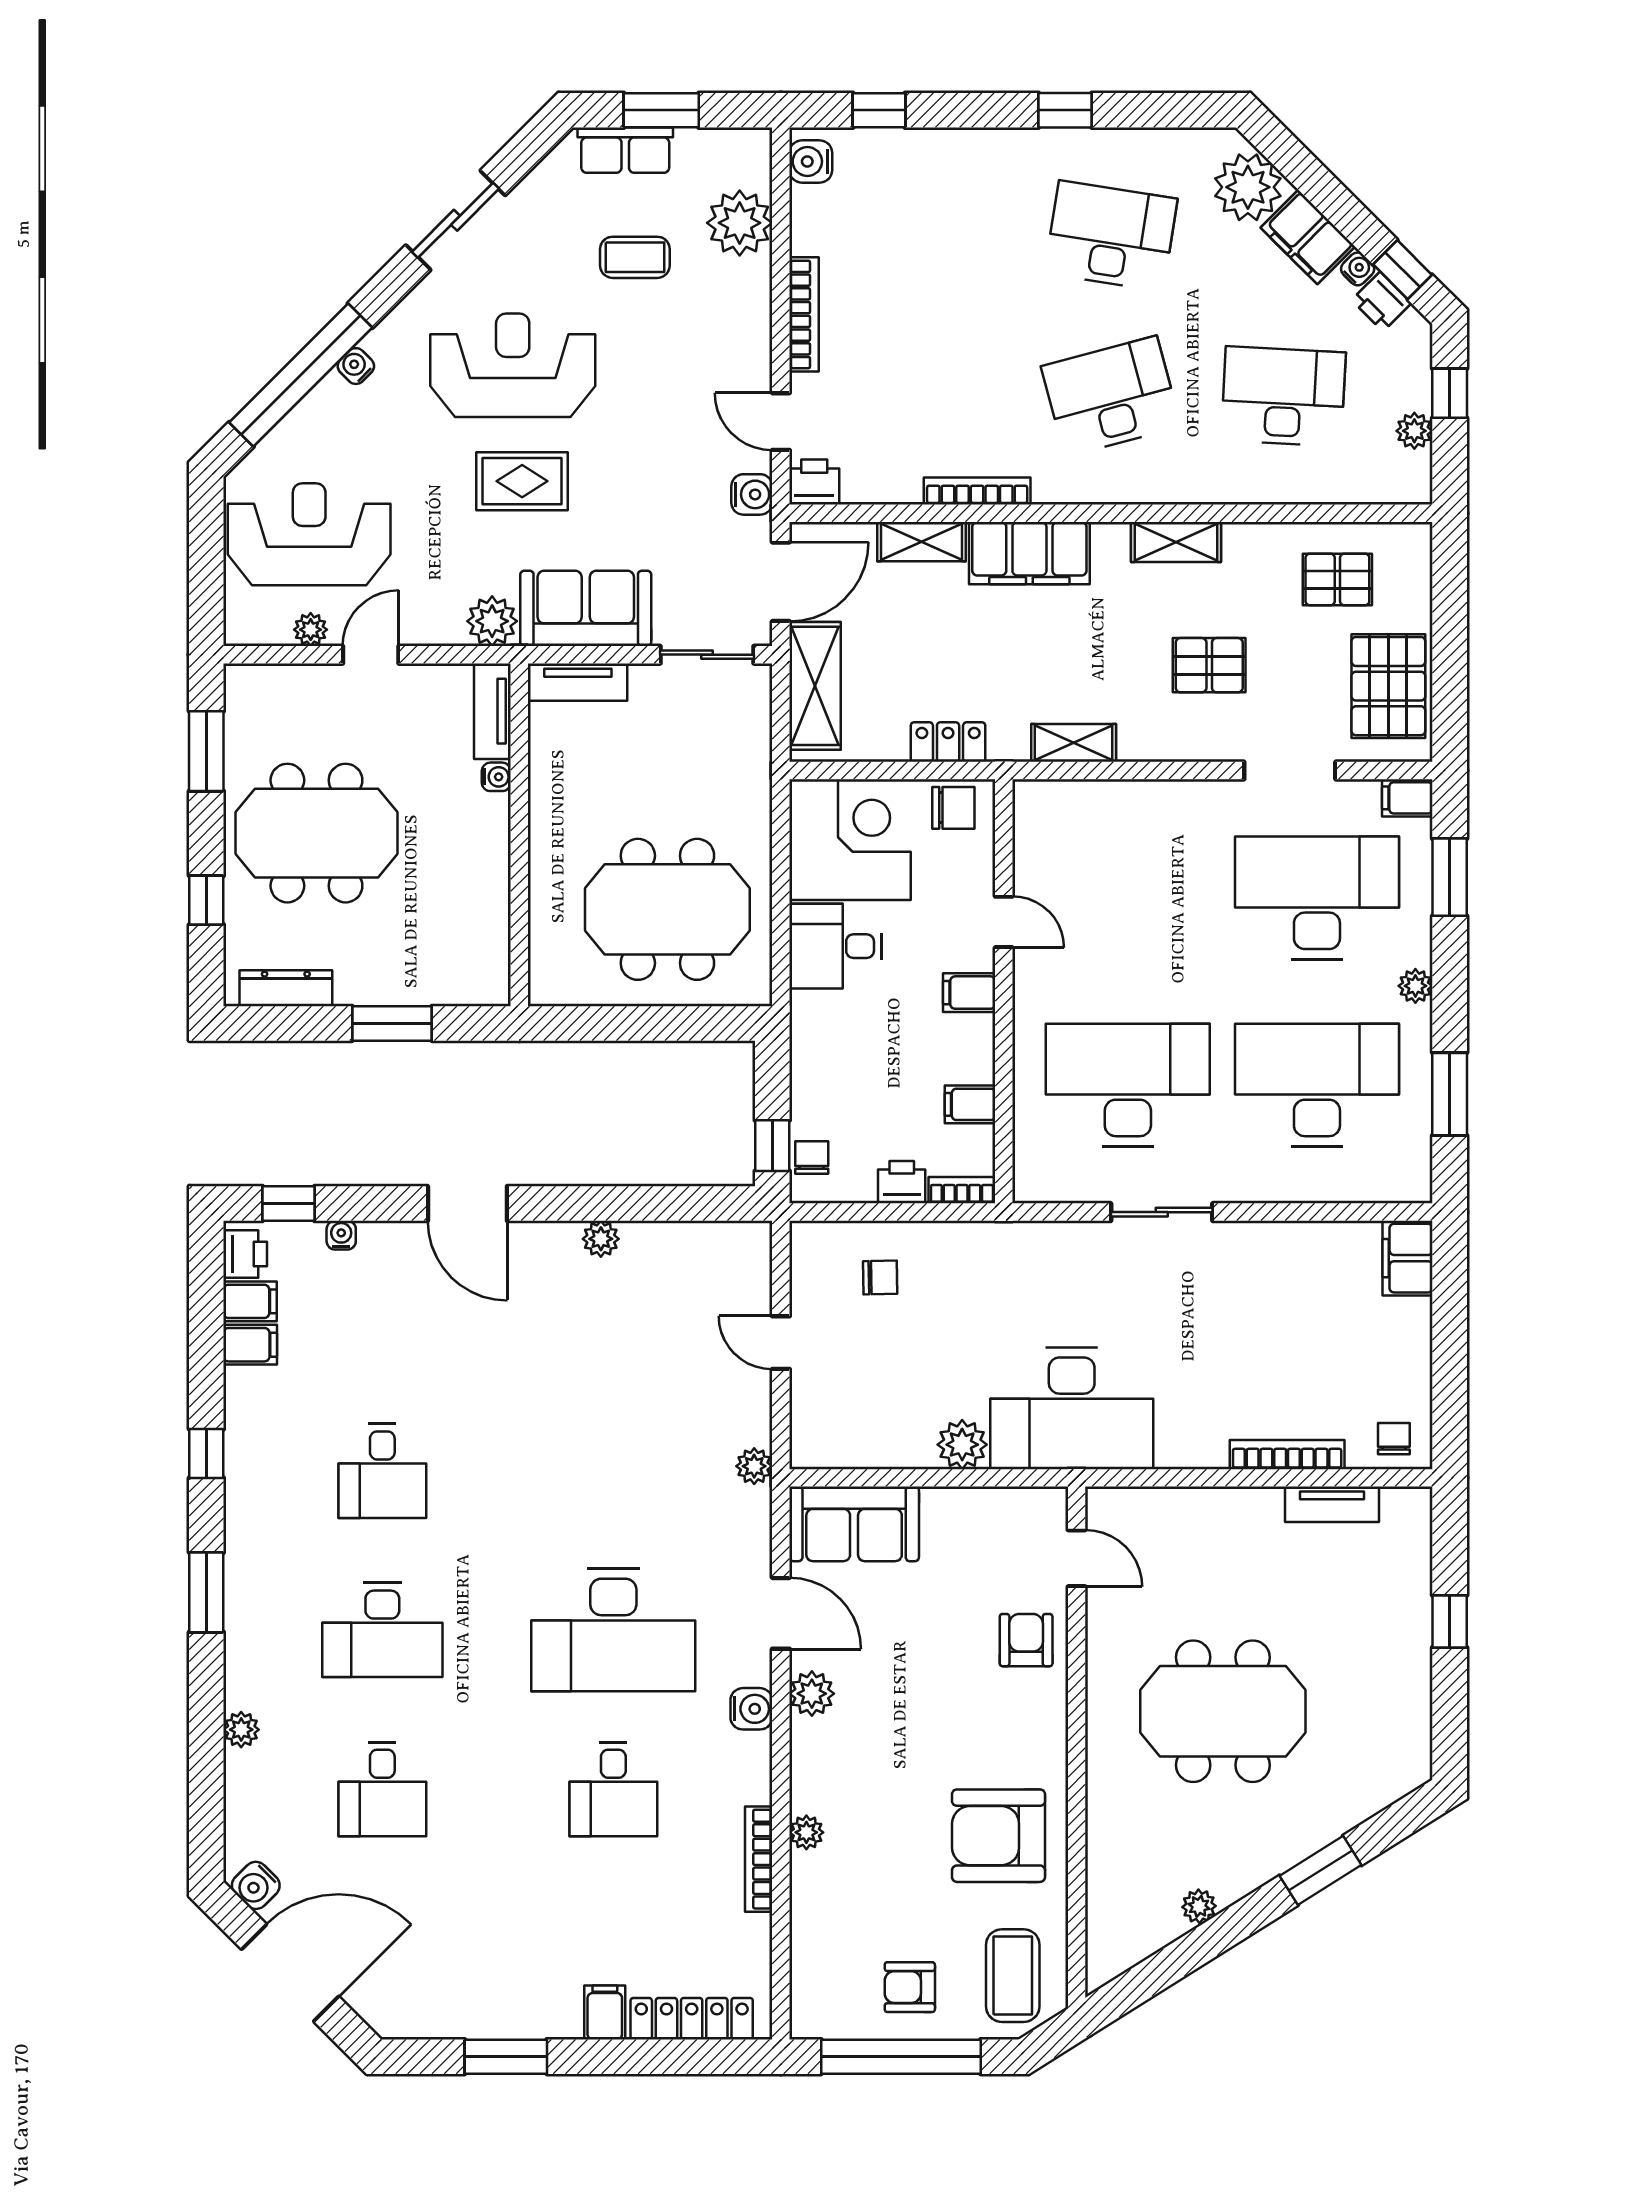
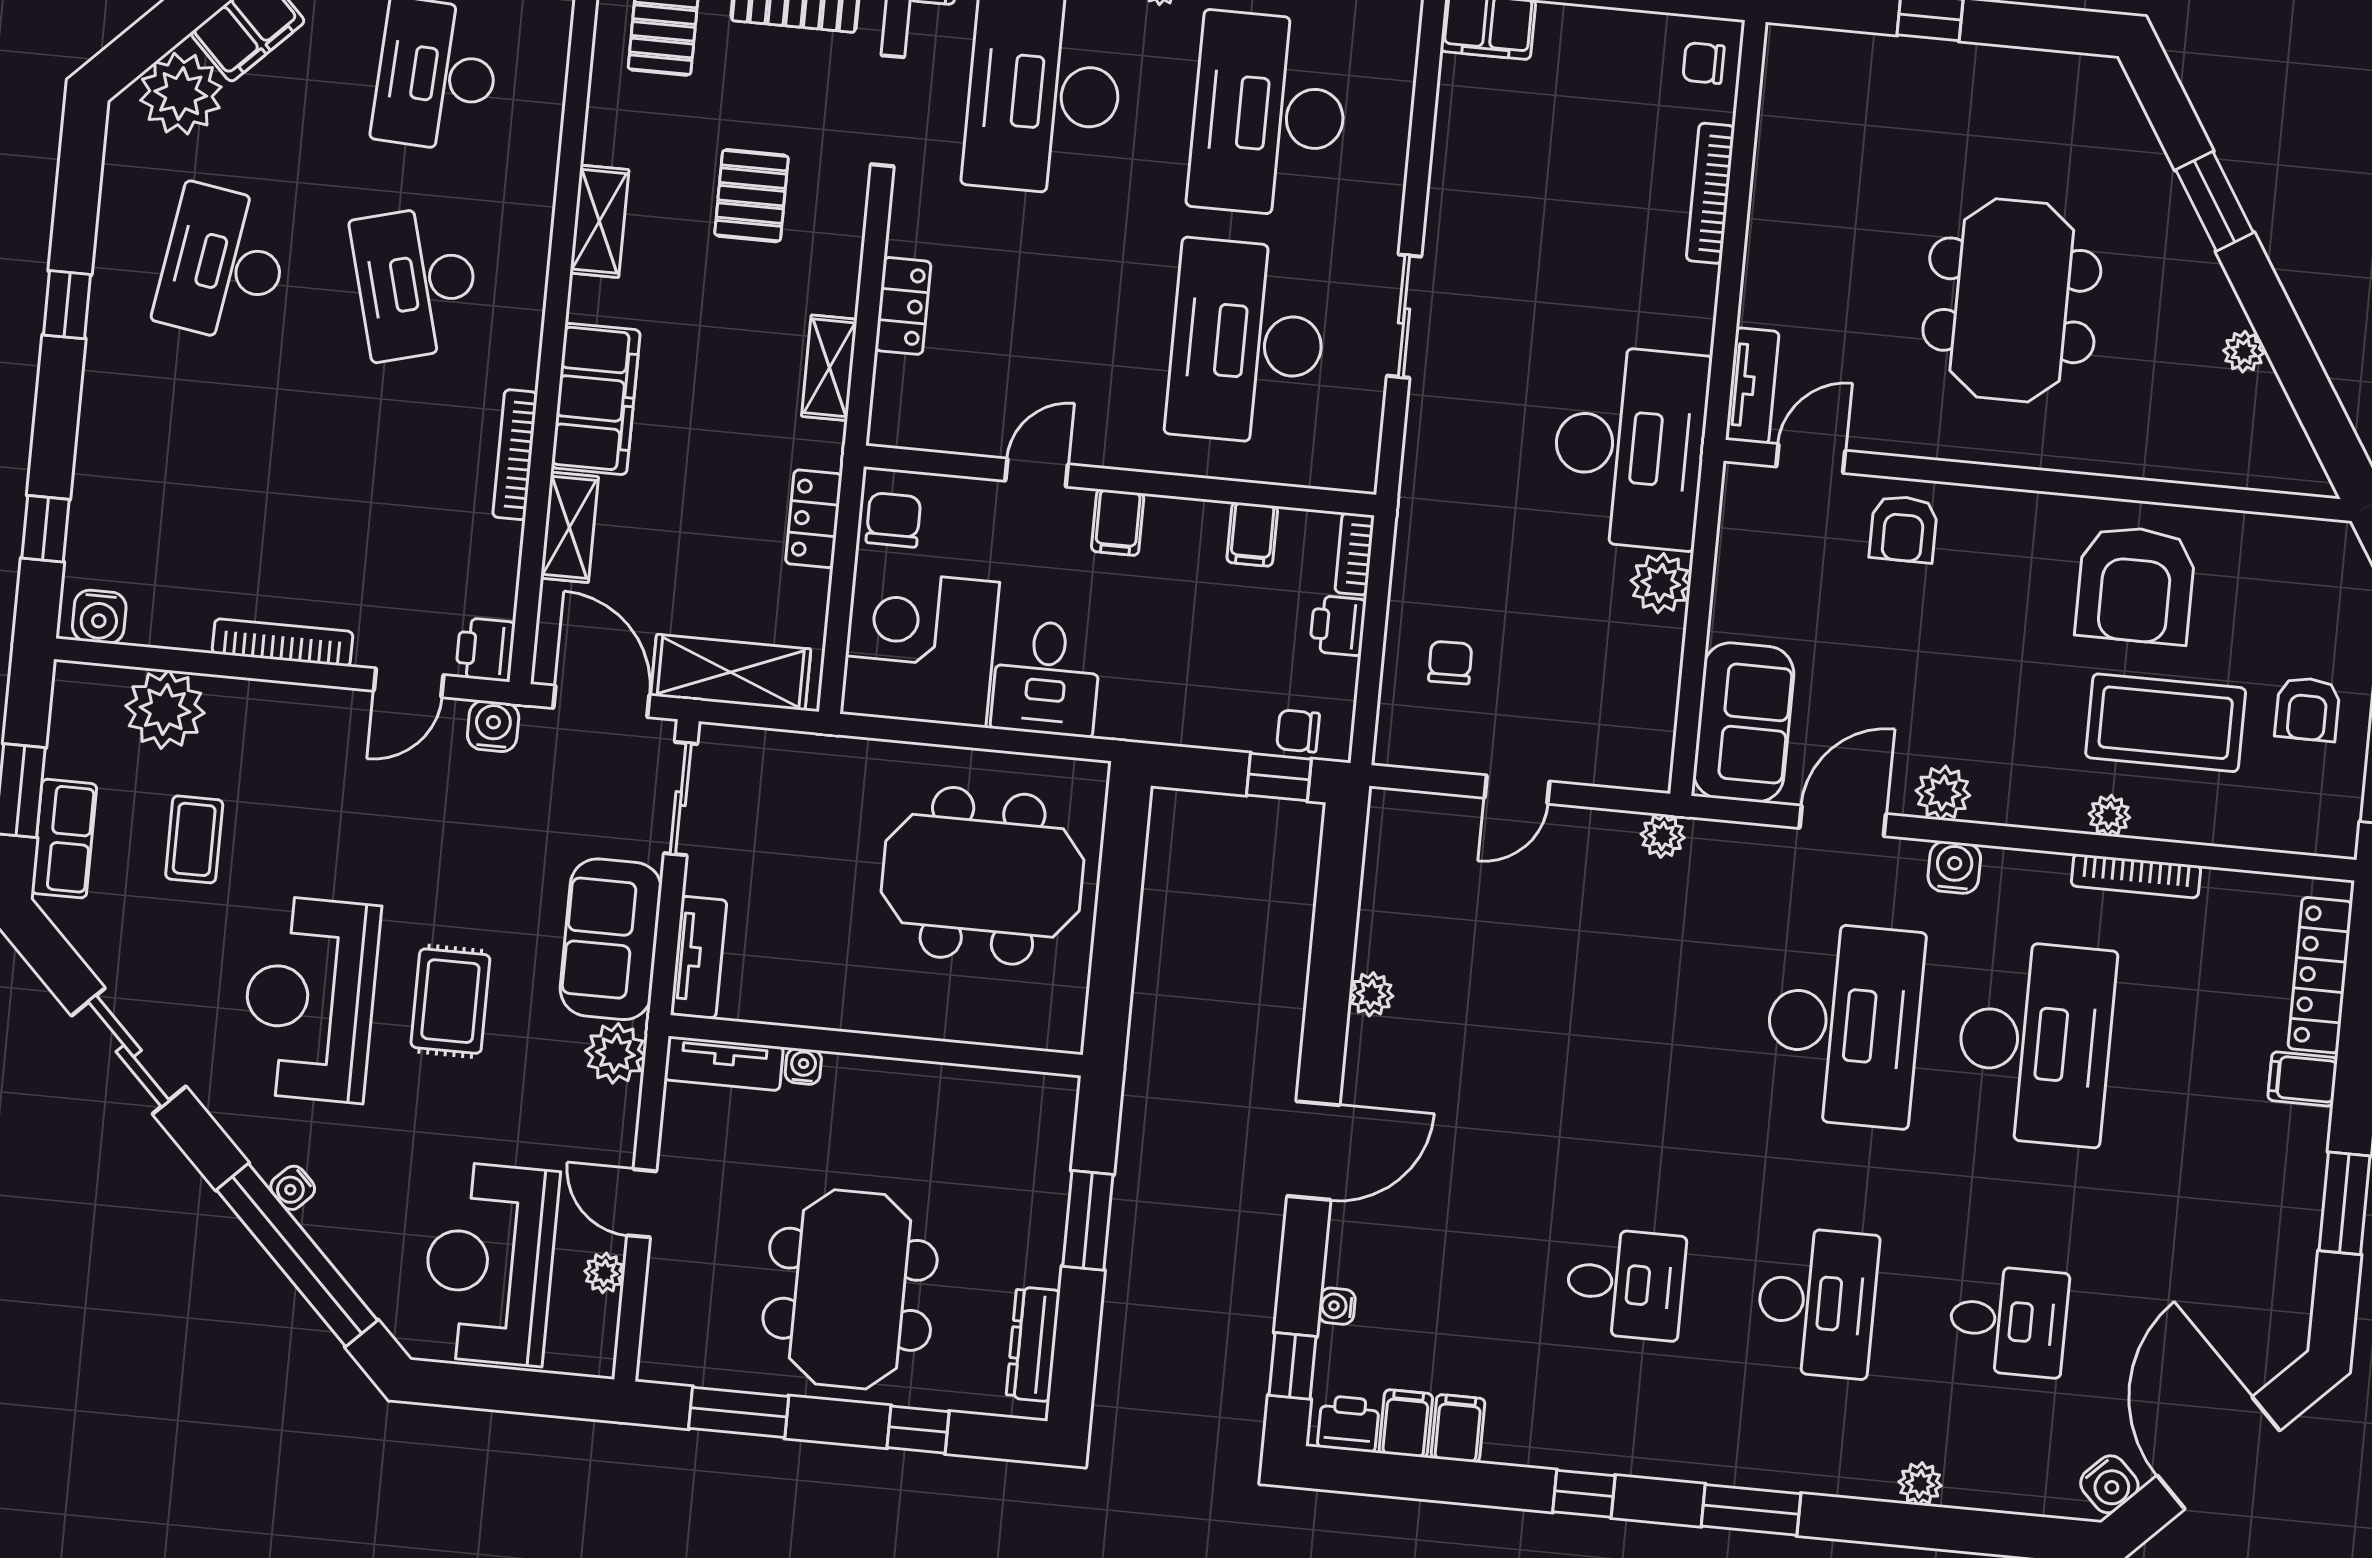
locker: (1130, 799) -> (903, 306), added
meeting table: (667, 909) -> (983, 876), turned 90
tv unit: (1332, 1504) -> (1752, 386), moved
armchair: (1026, 1640) -> (1903, 529), turned -90
desk: (613, 1789) -> (2035, 1043), width x1.87, depth x1.30
coffee table: (1013, 1976) -> (2166, 723), moved, width x1.36, depth x1.32

